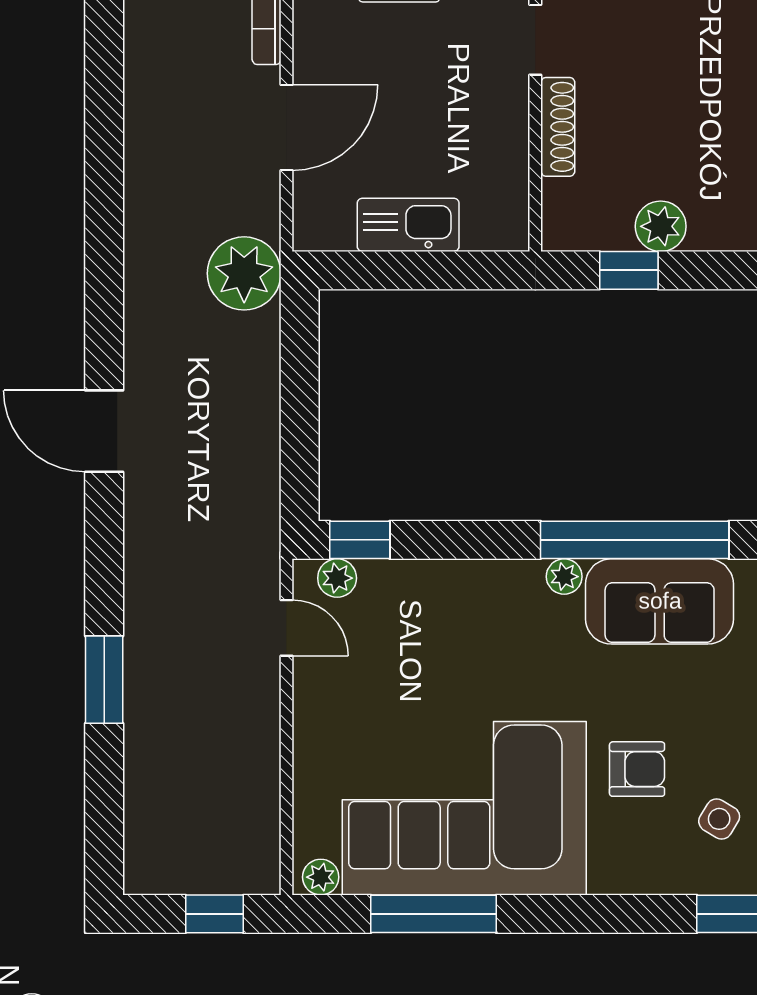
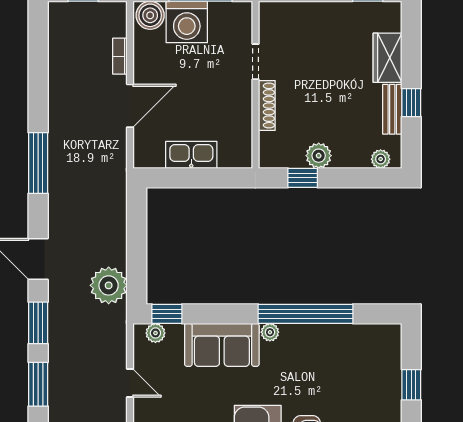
window: (104, 241) -> (38, 163), added
plant: (244, 273) -> (109, 285), moved
window: (104, 558) -> (38, 323), added
sofa: (660, 601) -> (222, 345), moved
door: (286, 628) -> (130, 383), moved

